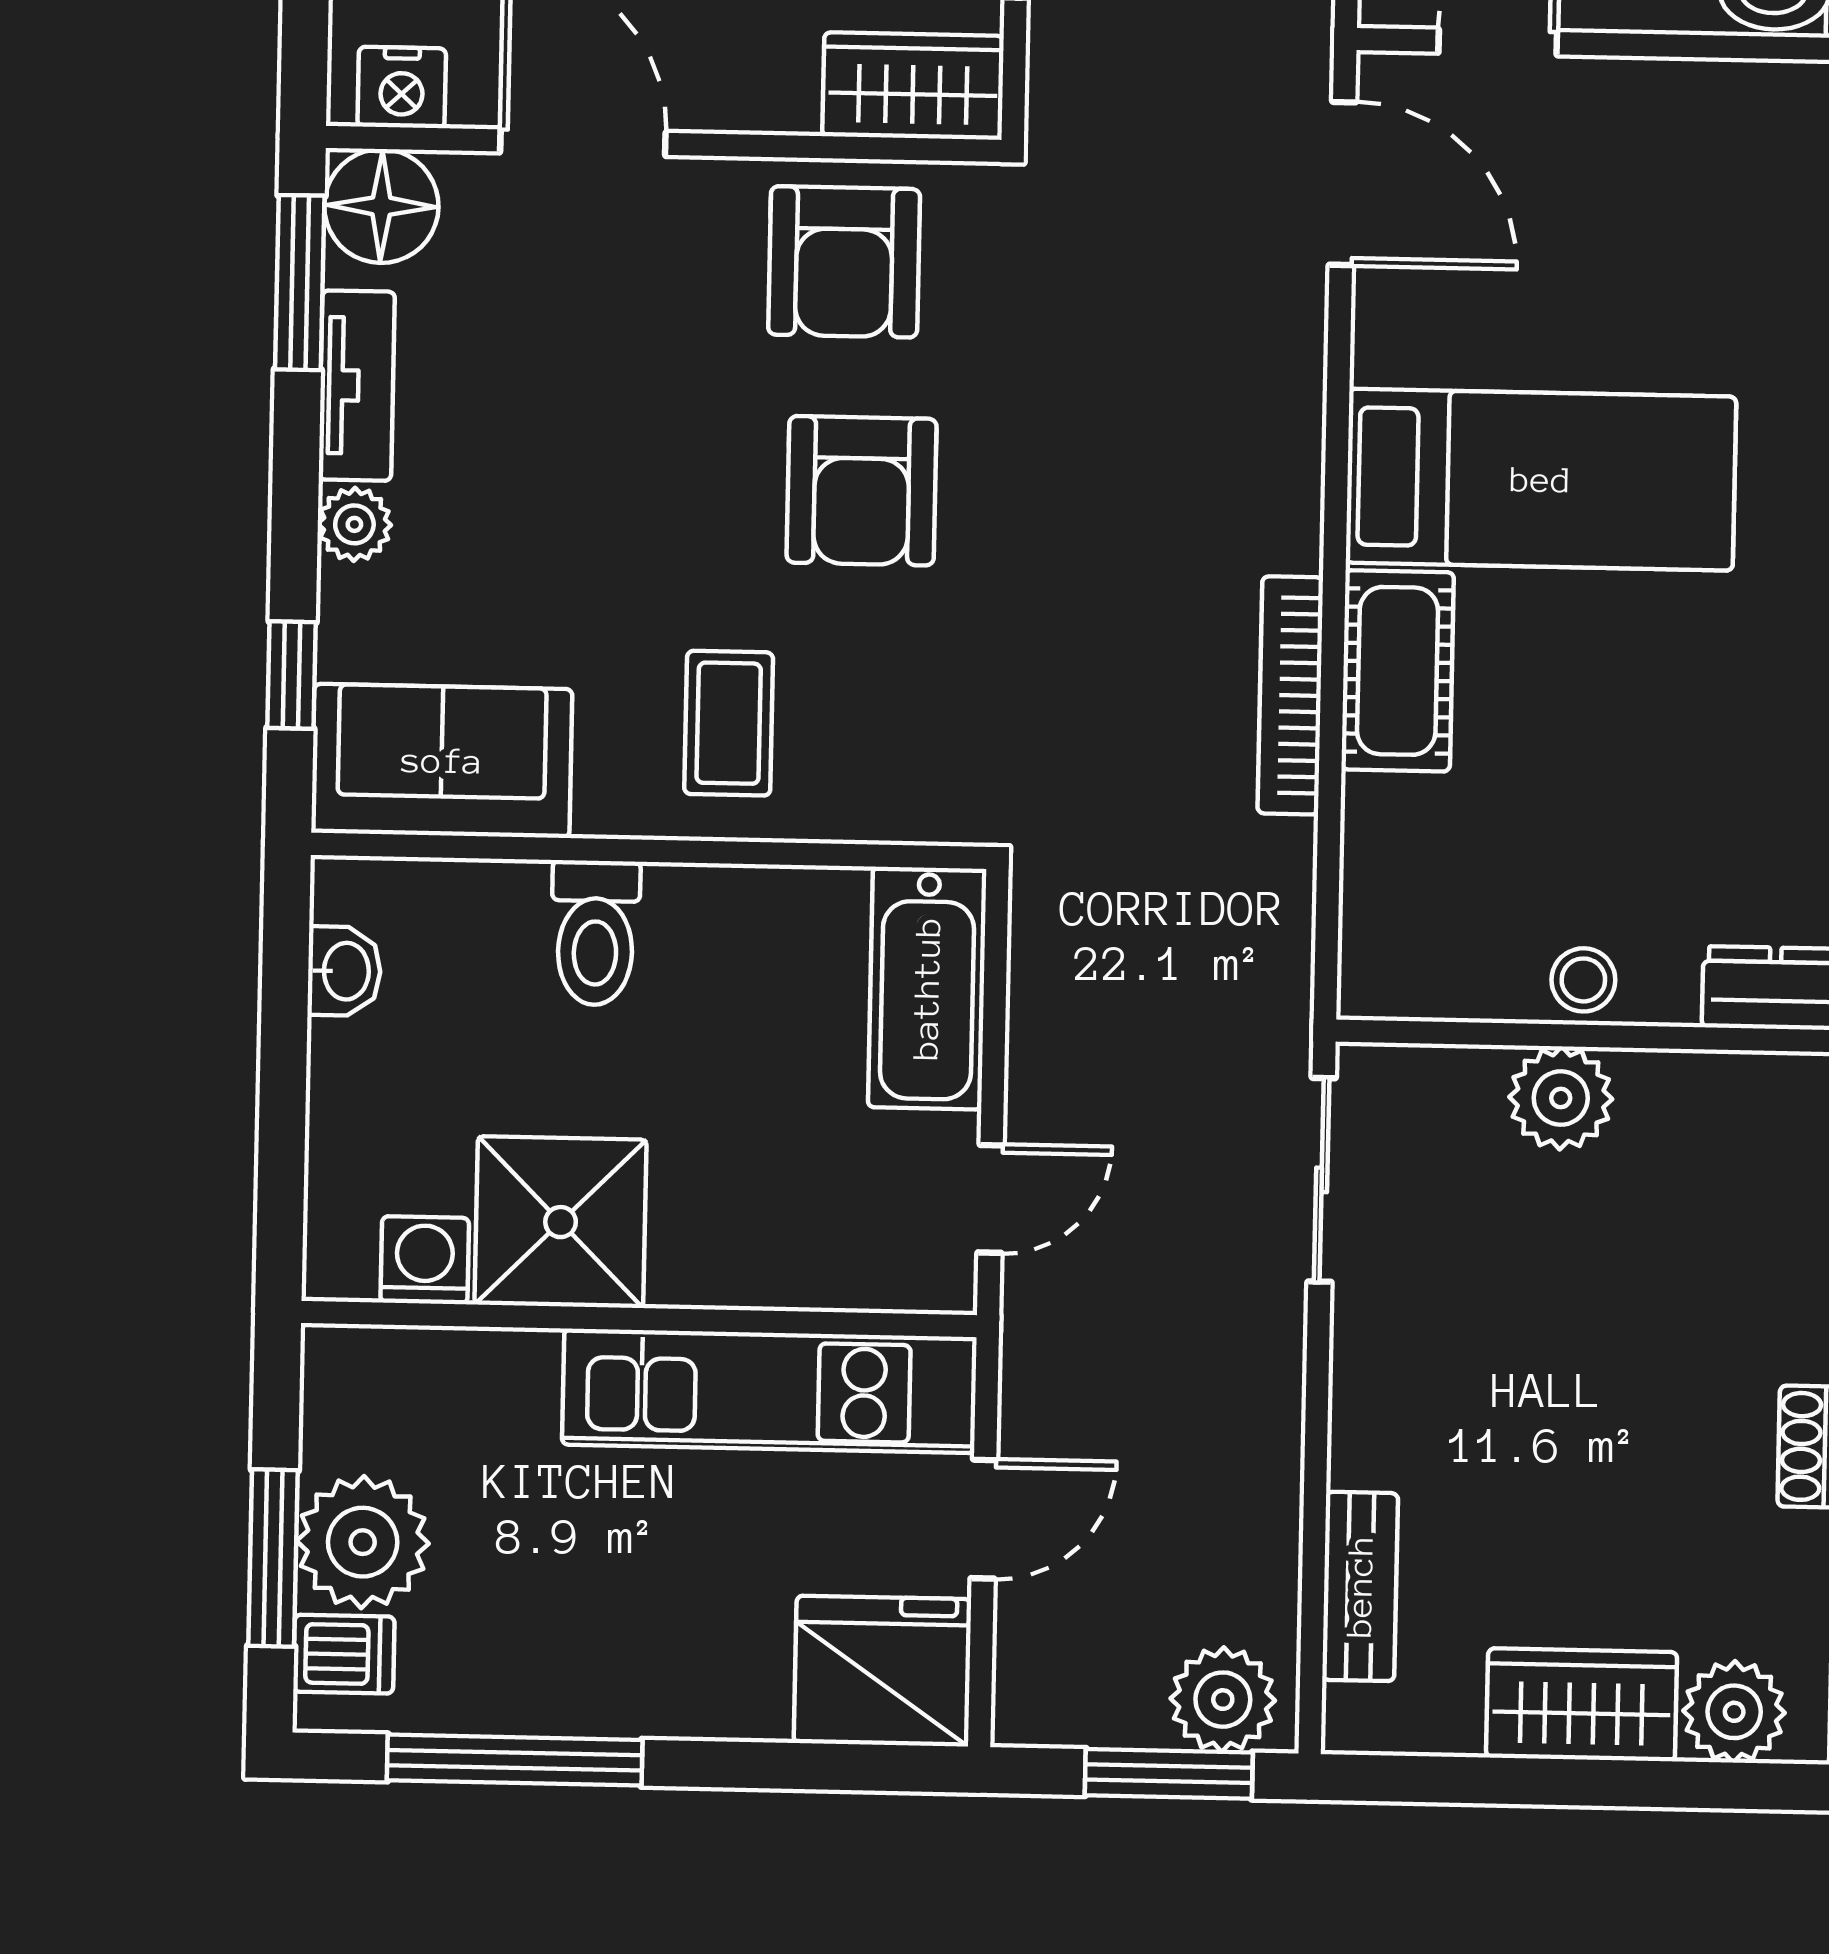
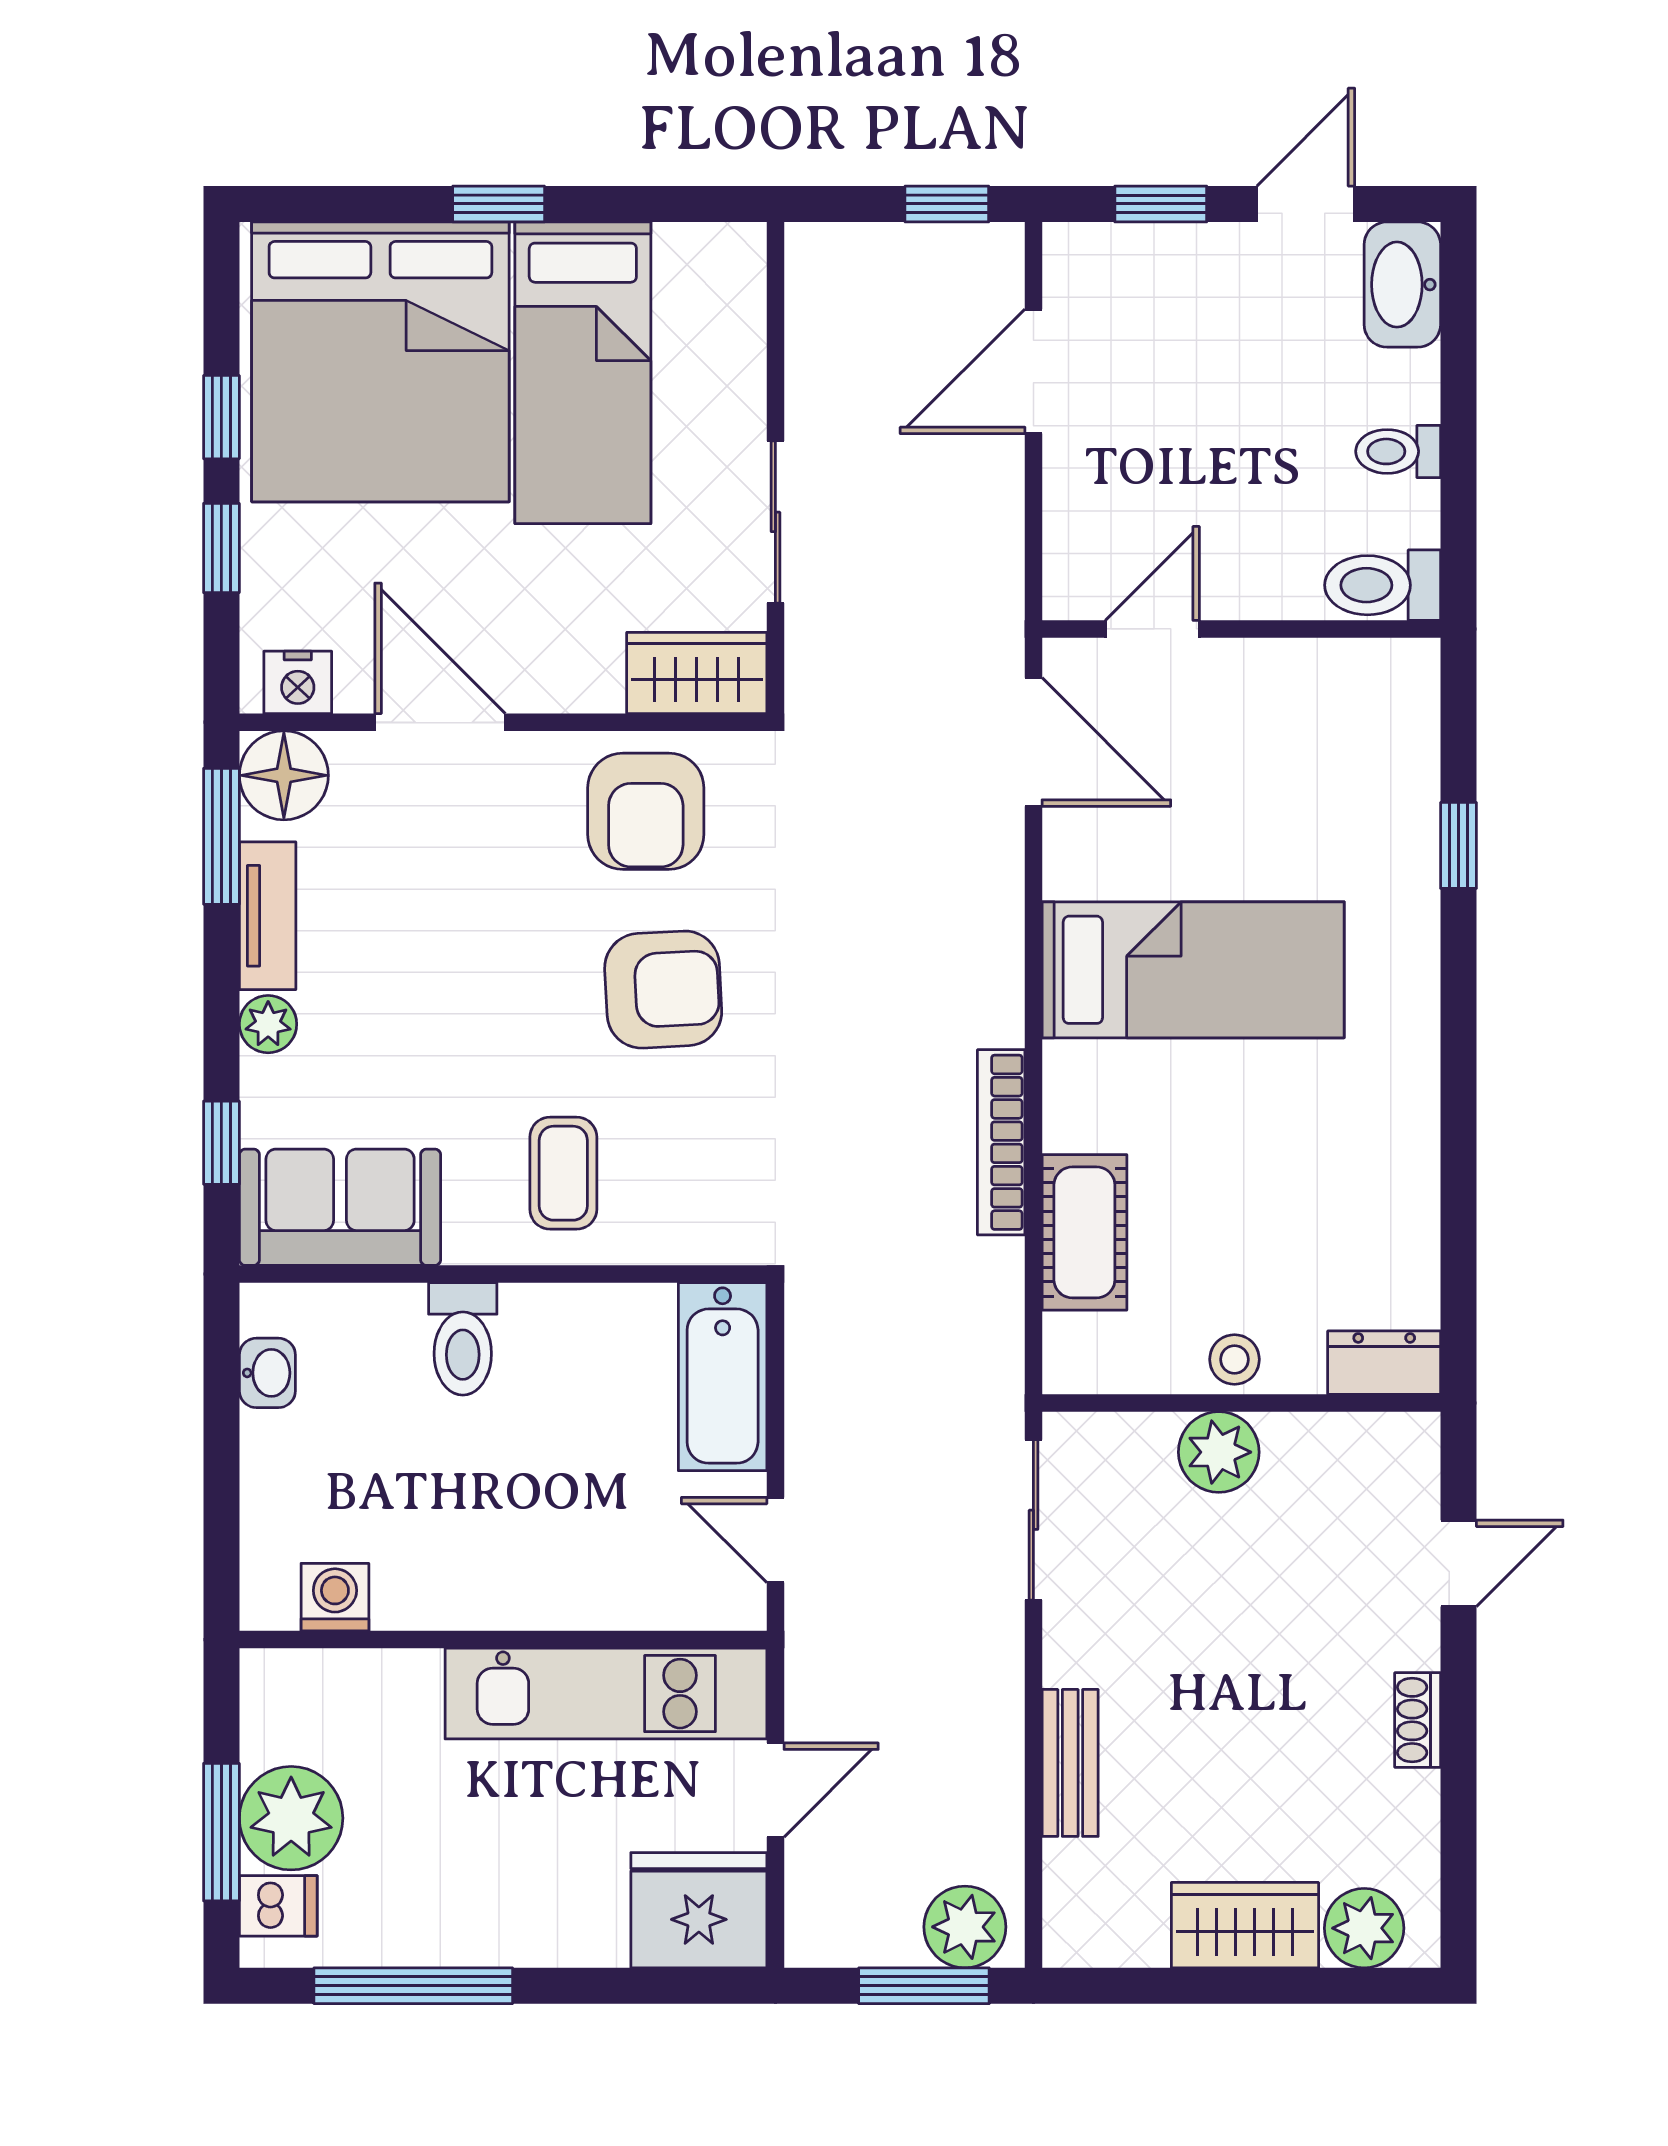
armchair: (862, 491) -> (663, 990), turned -93
cot: (1398, 671) -> (1084, 1232), moved
door: (991, 1199) -> (775, 1540), swing flipped
shower: (561, 1222) -> (440, 1565), removed
bench: (1360, 1586) -> (1070, 1763), moved

